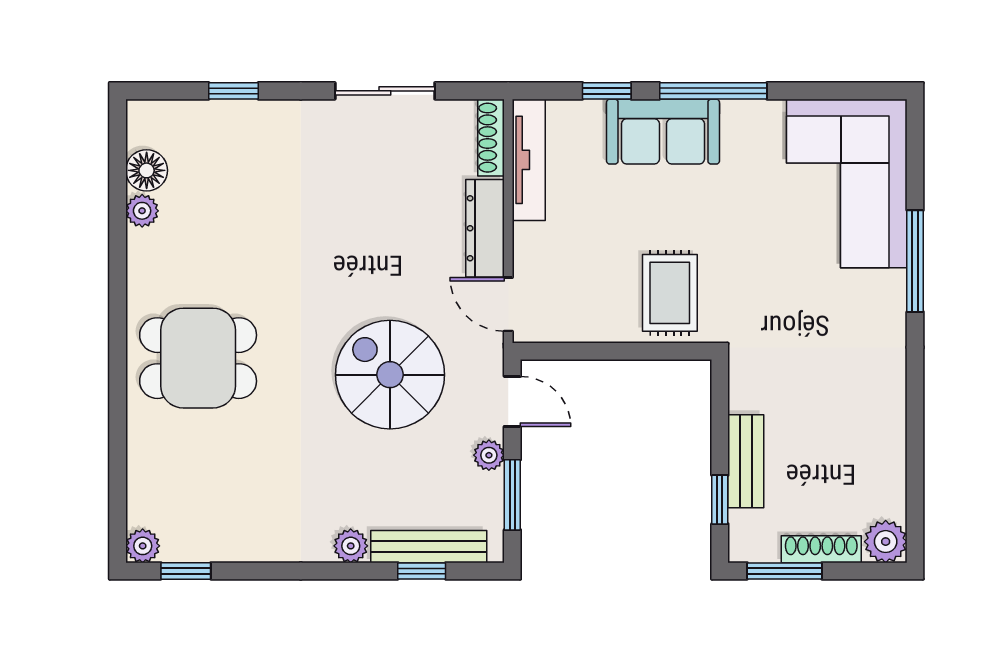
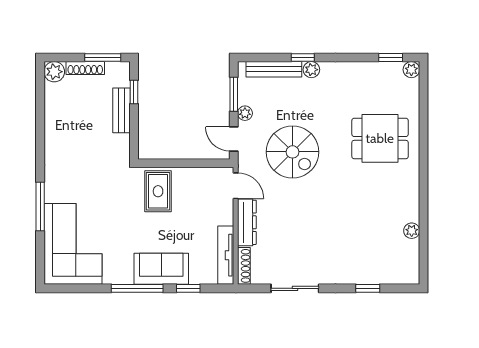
floor lamp: (147, 170) -> (410, 250), removed
dining table: (198, 358) -> (380, 138), moved
window: (422, 571) -> (303, 58), moved

